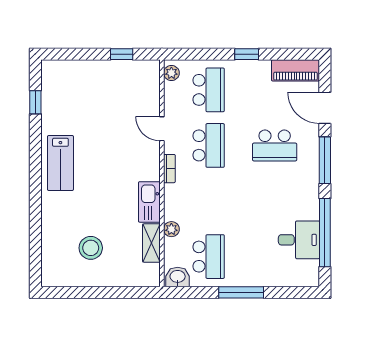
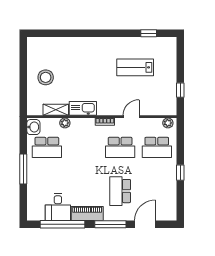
piano: (295, 70) -> (87, 214), moved, turned 90
lab bench: (60, 163) -> (135, 67), moved
stool: (91, 248) -> (46, 77), moved

